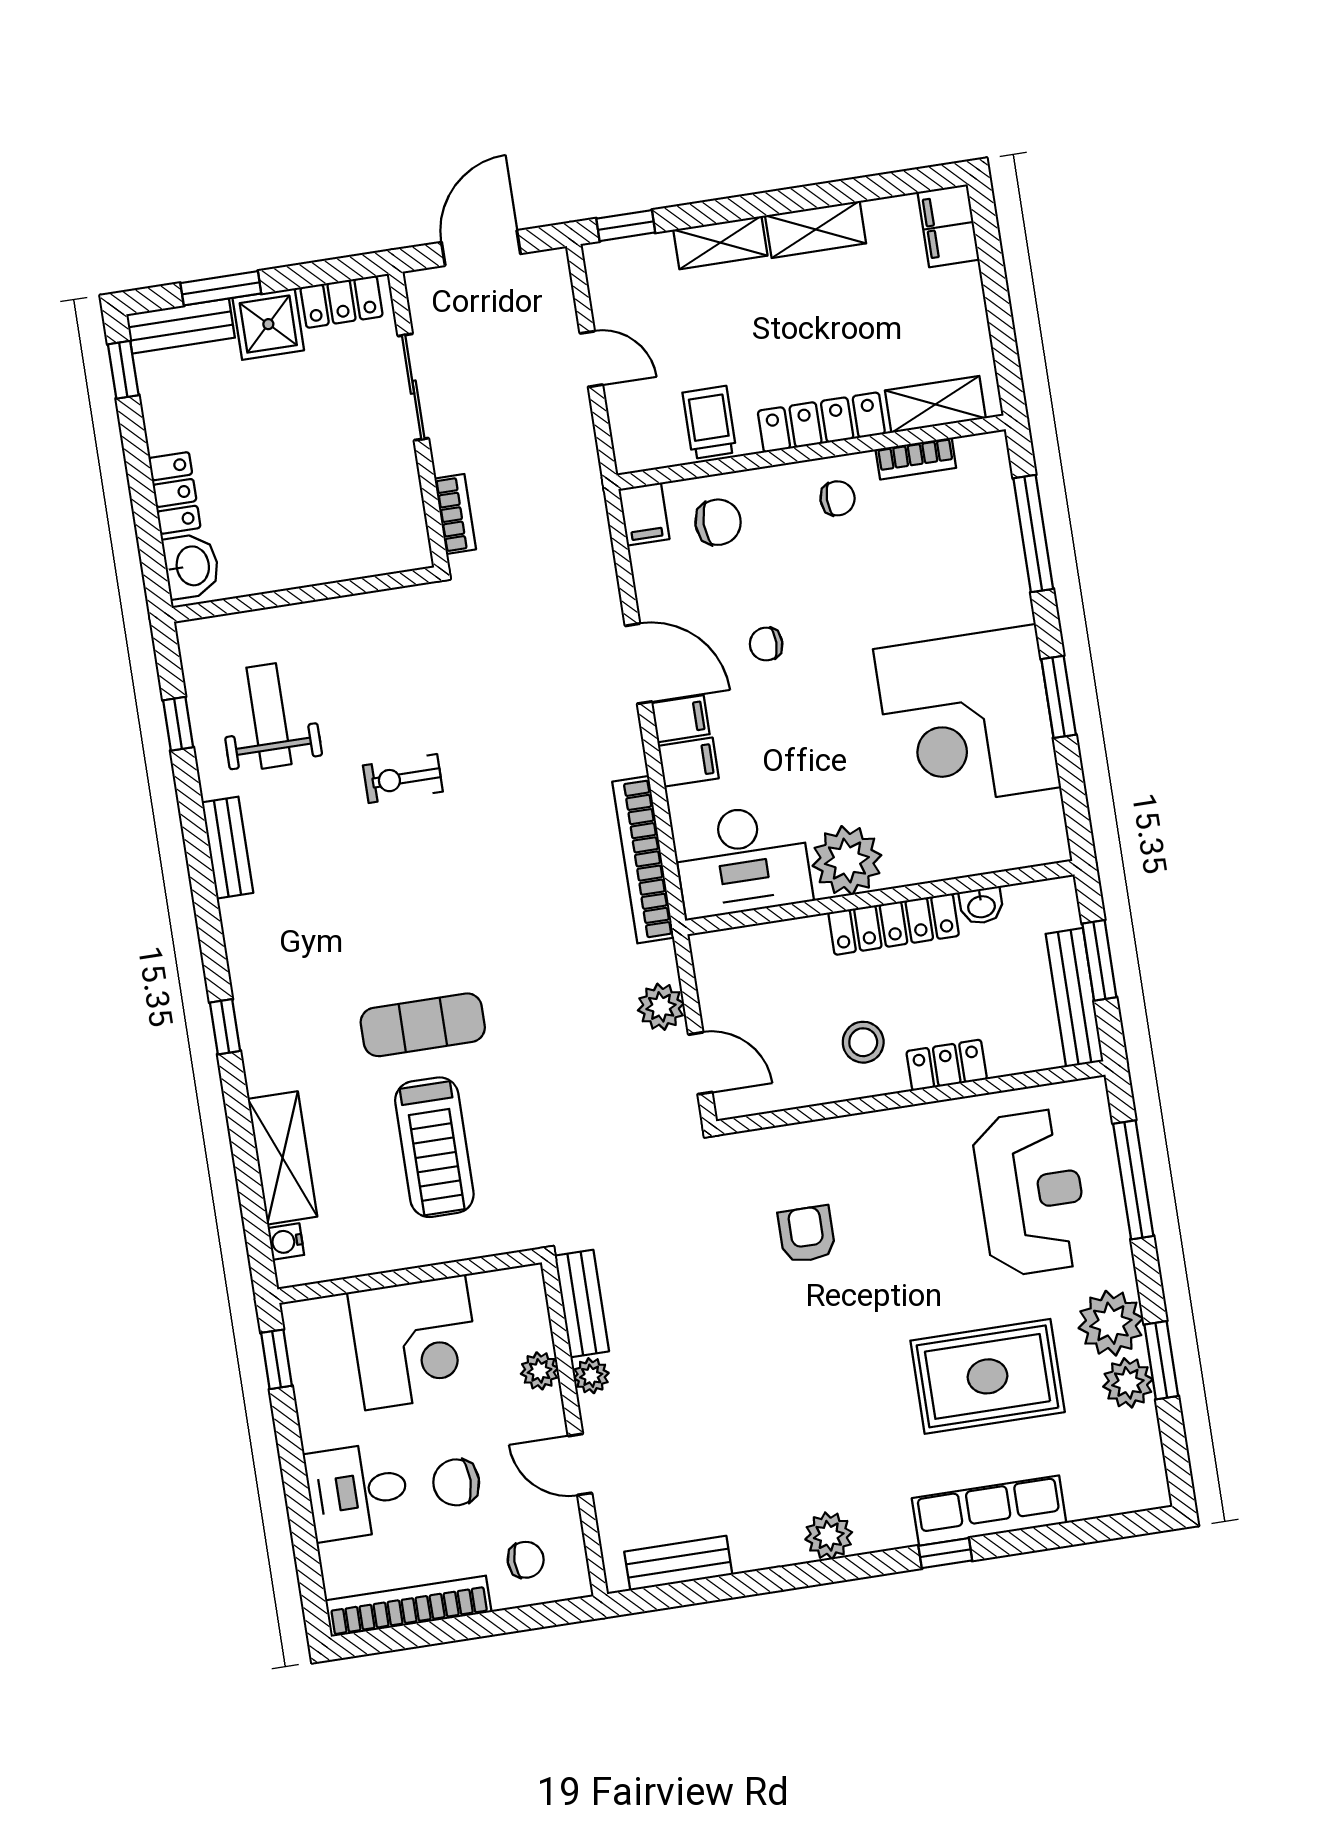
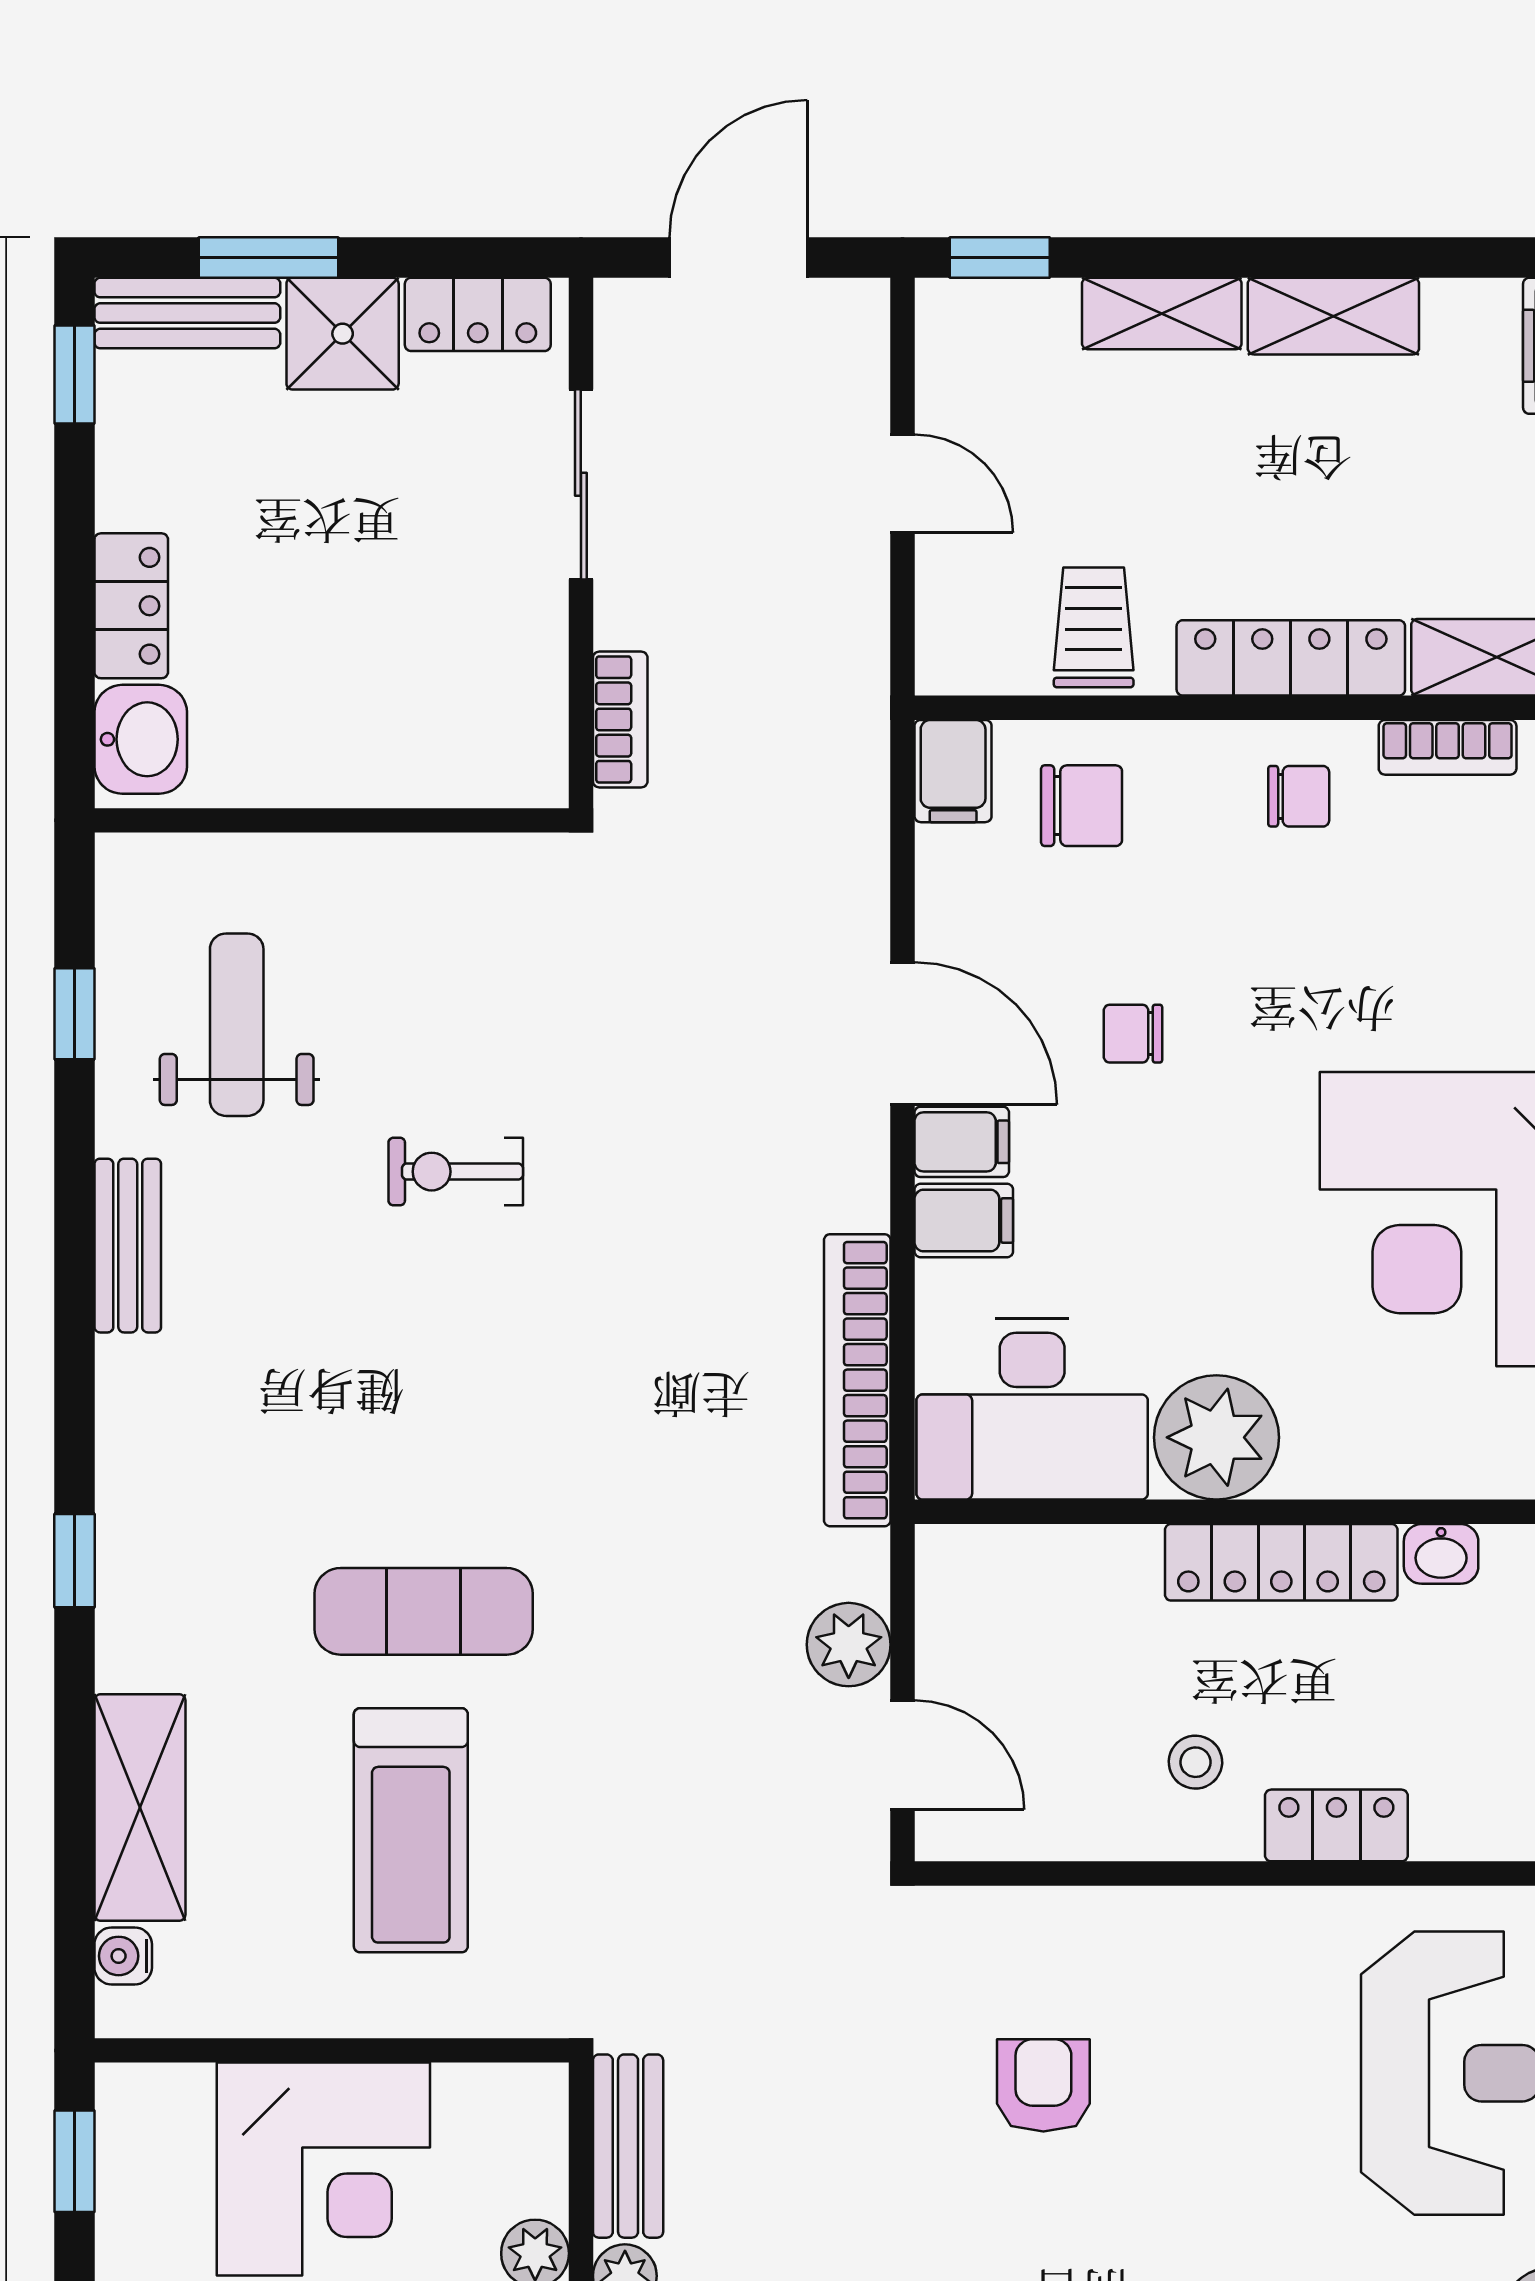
stool: (863, 1042) -> (1195, 1762), width x0.73, depth x0.73

